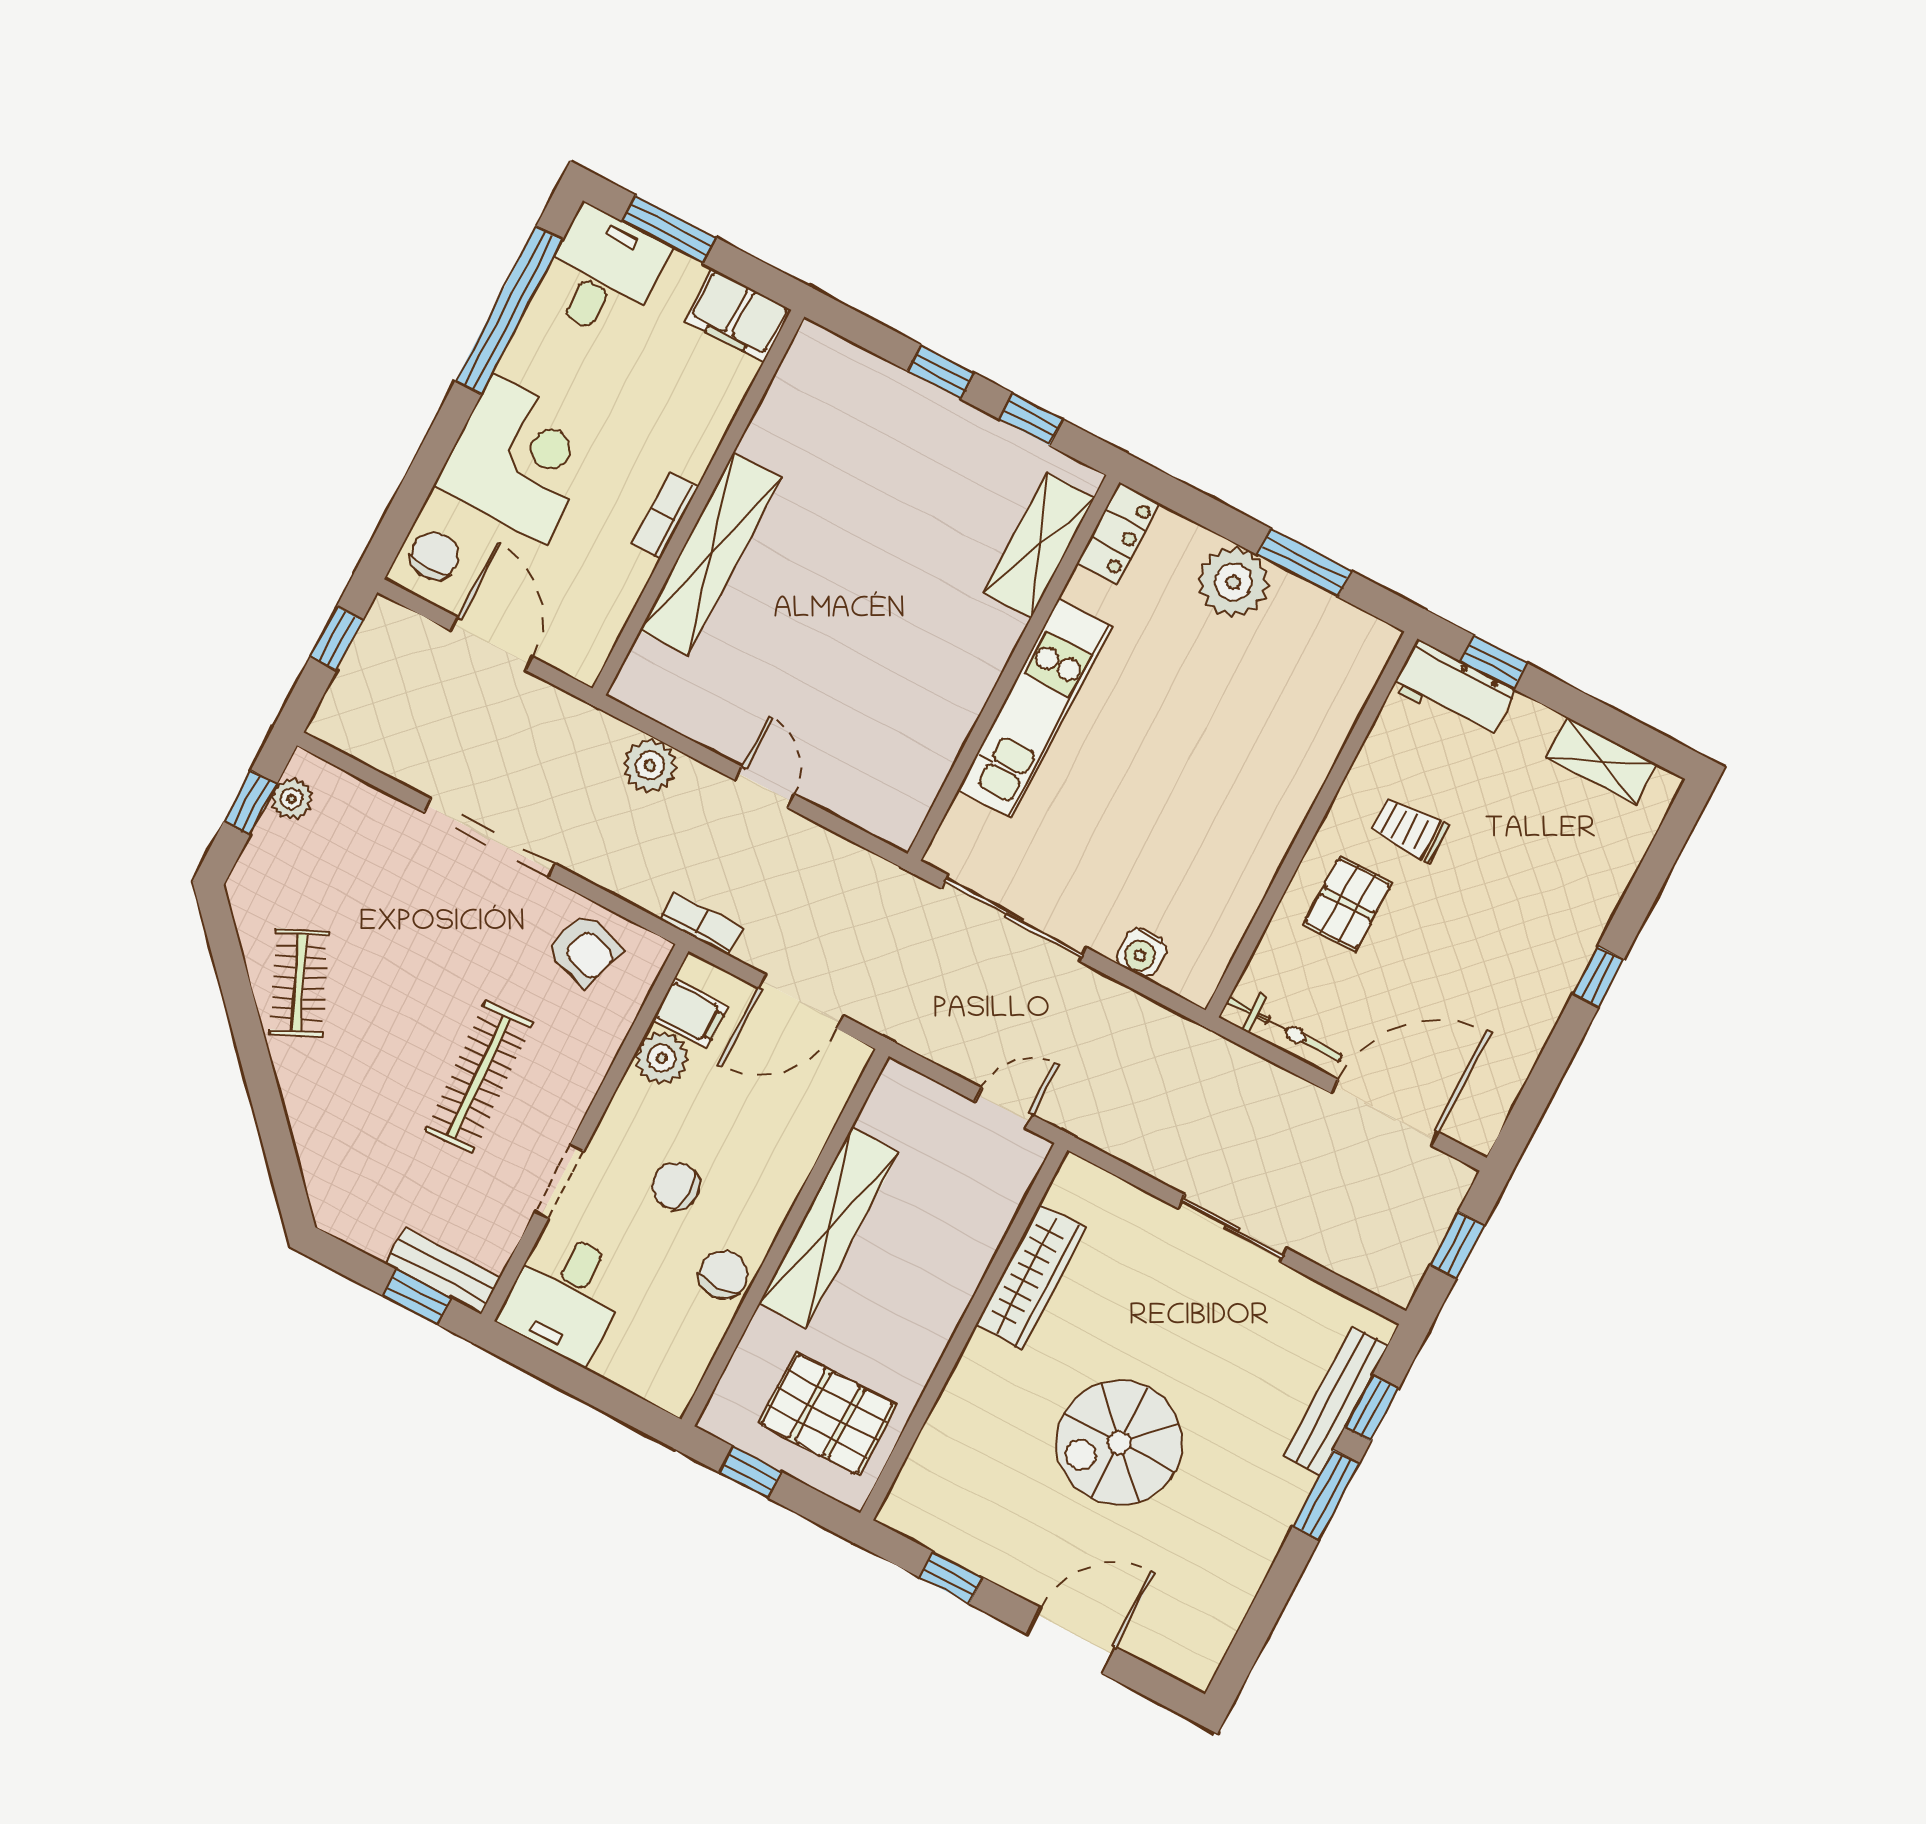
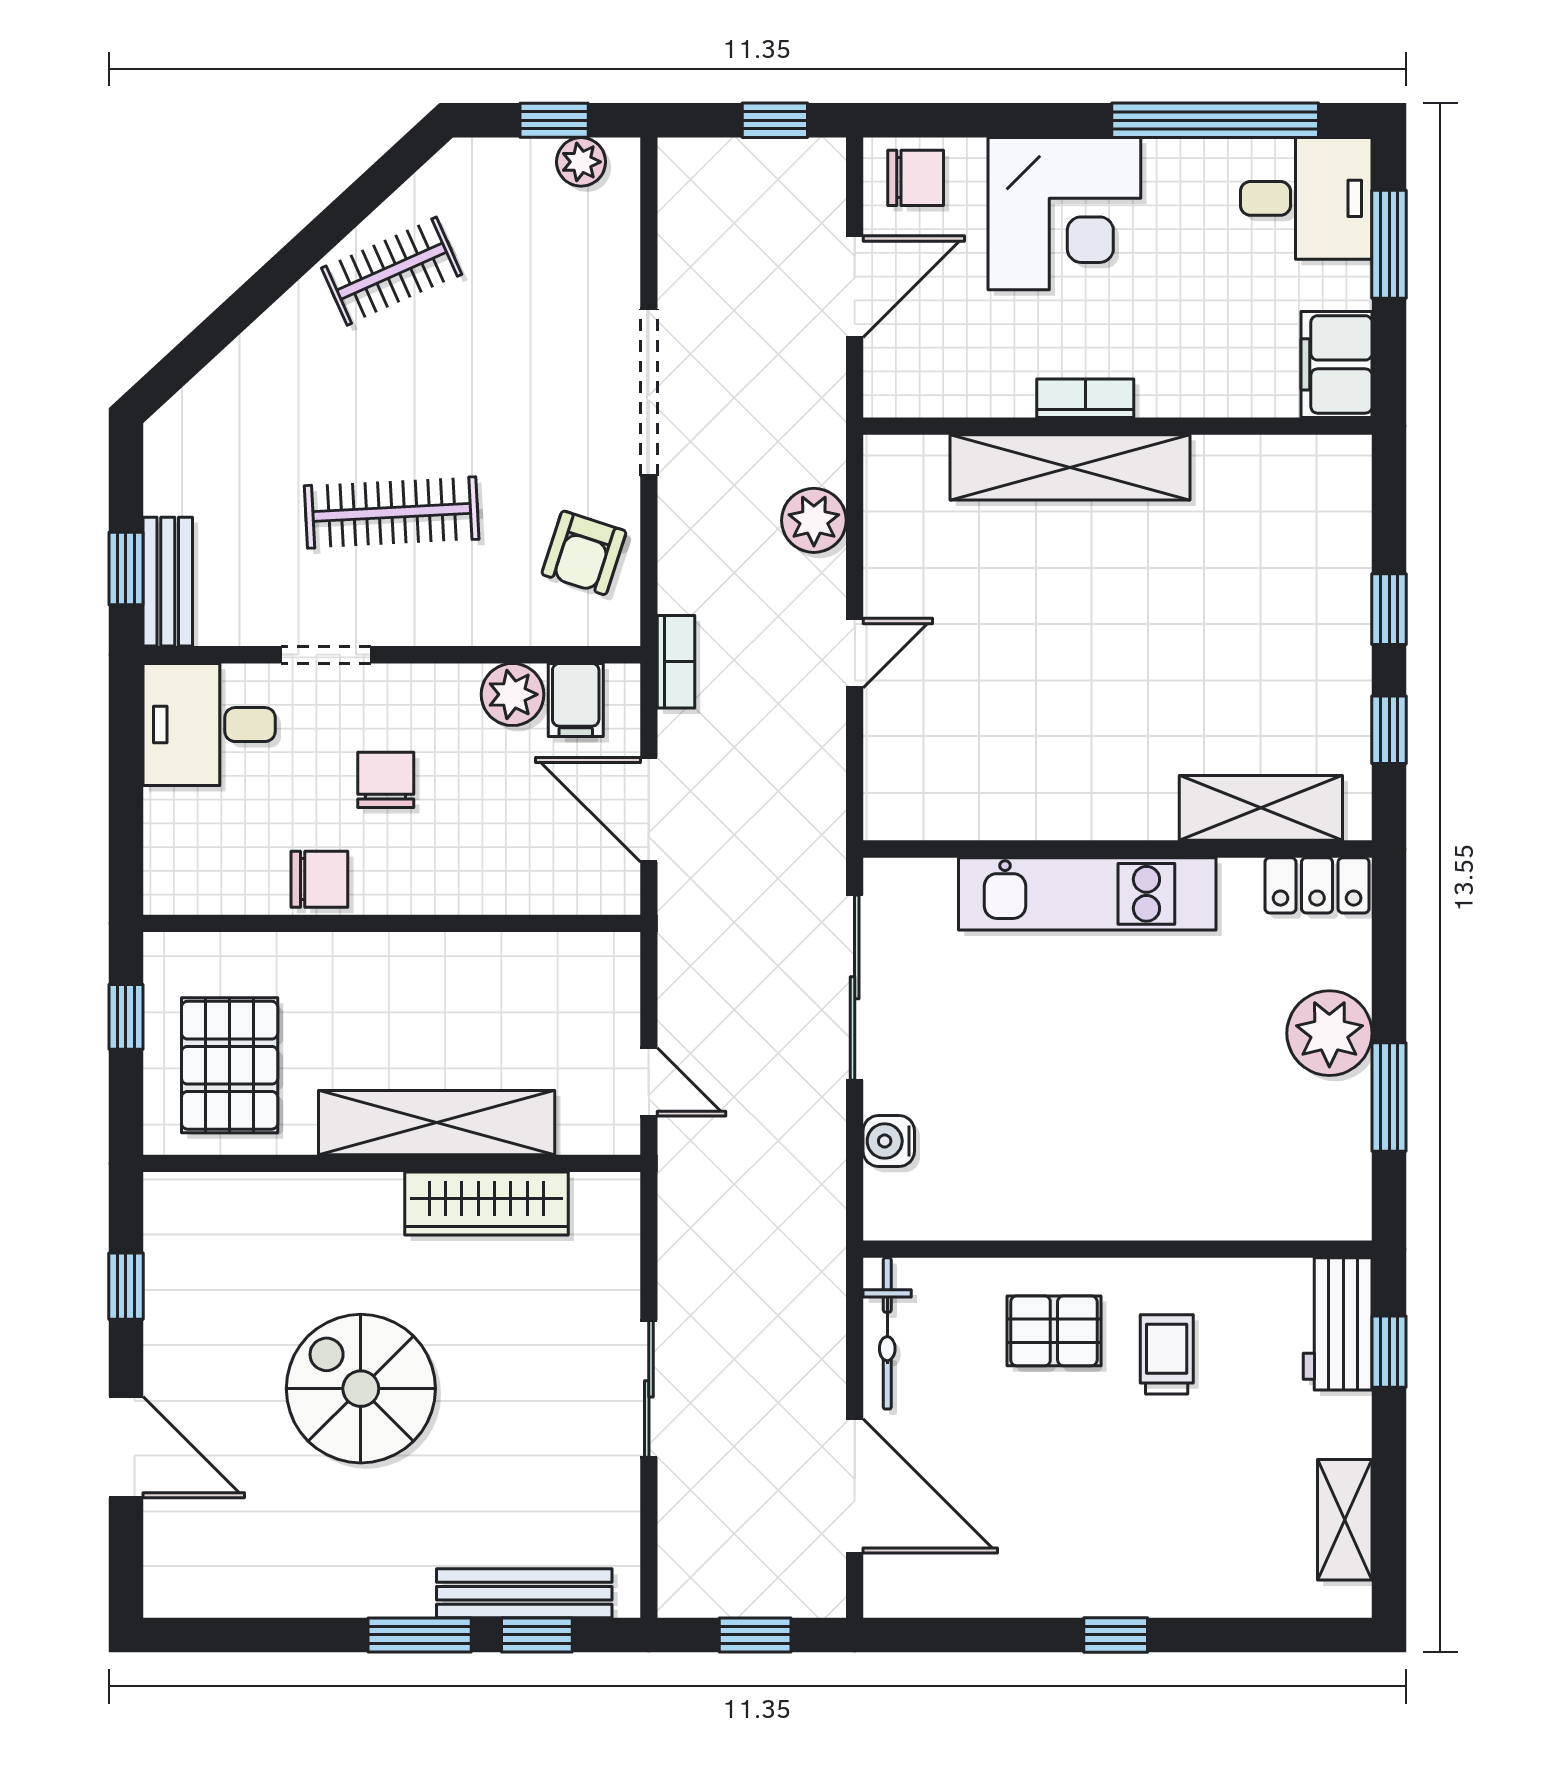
shelving: (829, 1228) -> (437, 1123), moved

